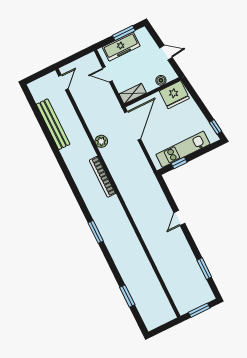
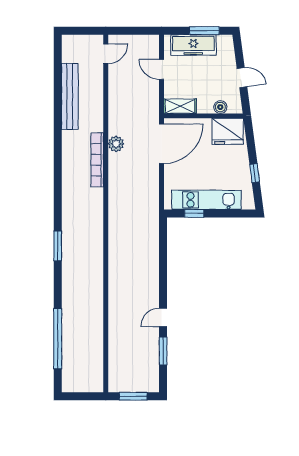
window: (215, 127) -> (255, 173), moved
bookcase: (103, 177) -> (97, 160), moved
door: (179, 218) -> (163, 318), moved
window: (127, 296) -> (58, 339), width x2.11

